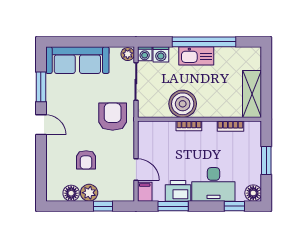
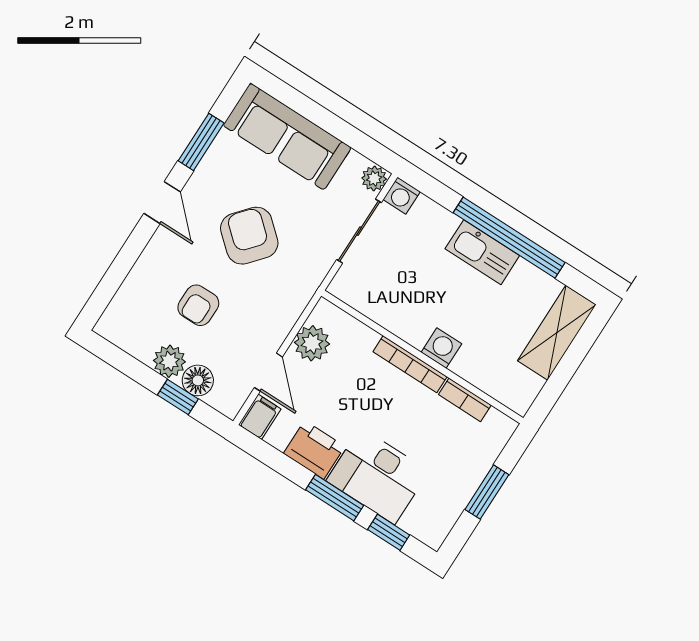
washing machine: (161, 54) -> (441, 348), moved, turned 180
shelving: (252, 94) -> (557, 333), moved
boiler: (183, 104) -> (411, 315), removed
armchair: (113, 117) -> (249, 236), moved, turned -49
bookcase: (189, 126) -> (410, 364), width x1.56
plant: (147, 144) -> (312, 343), added
floor lamp: (71, 193) -> (198, 380), moved
floor lamp: (253, 193) -> (432, 531), removed
window: (173, 206) -> (335, 498), moved

